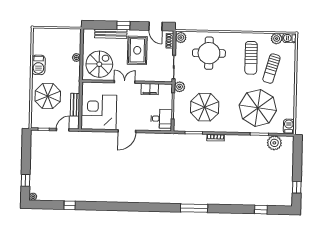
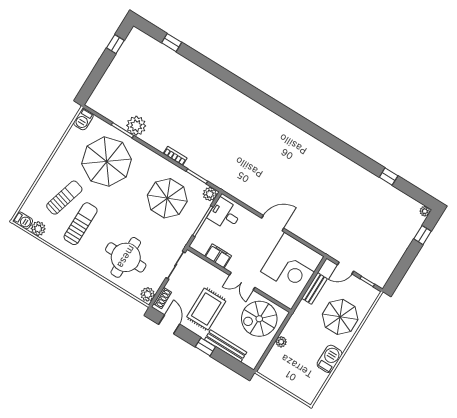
plant: (180, 87) -> (210, 194), moved
plant: (274, 143) -> (136, 126), moved
window: (194, 208) -> (247, 89), removed

